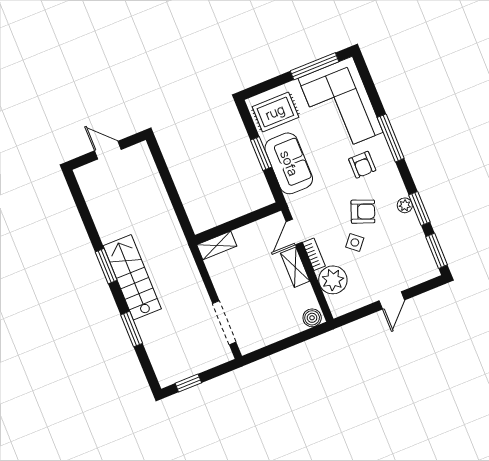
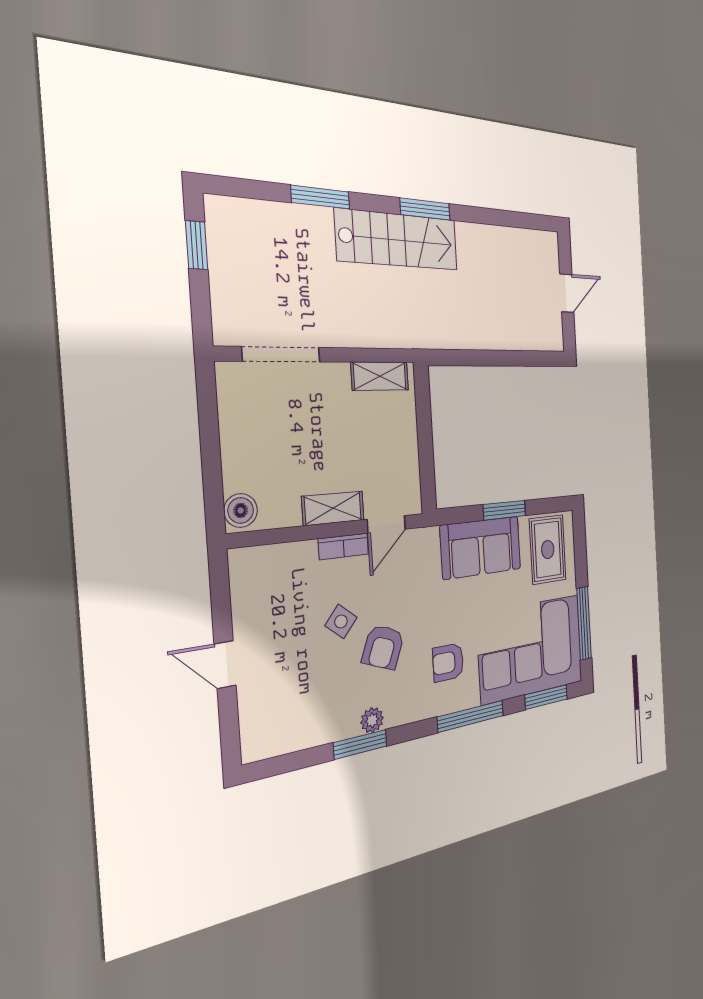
door: (294, 232) -> (386, 524), swing flipped
shelving: (217, 245) -> (380, 376), moved, turned 90
window: (437, 251) -> (546, 697), moved
plant: (333, 280) -> (293, 567), removed

